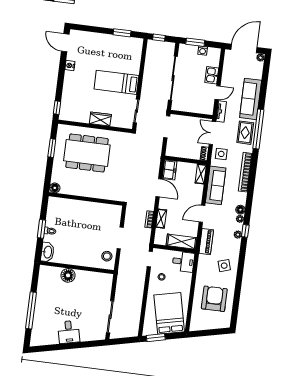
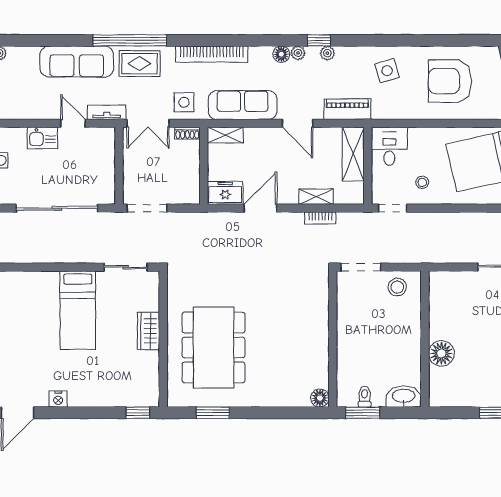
floor lamp: (55, 188) -> (320, 398), moved
wall: (86, 199) -> (333, 339), moved

